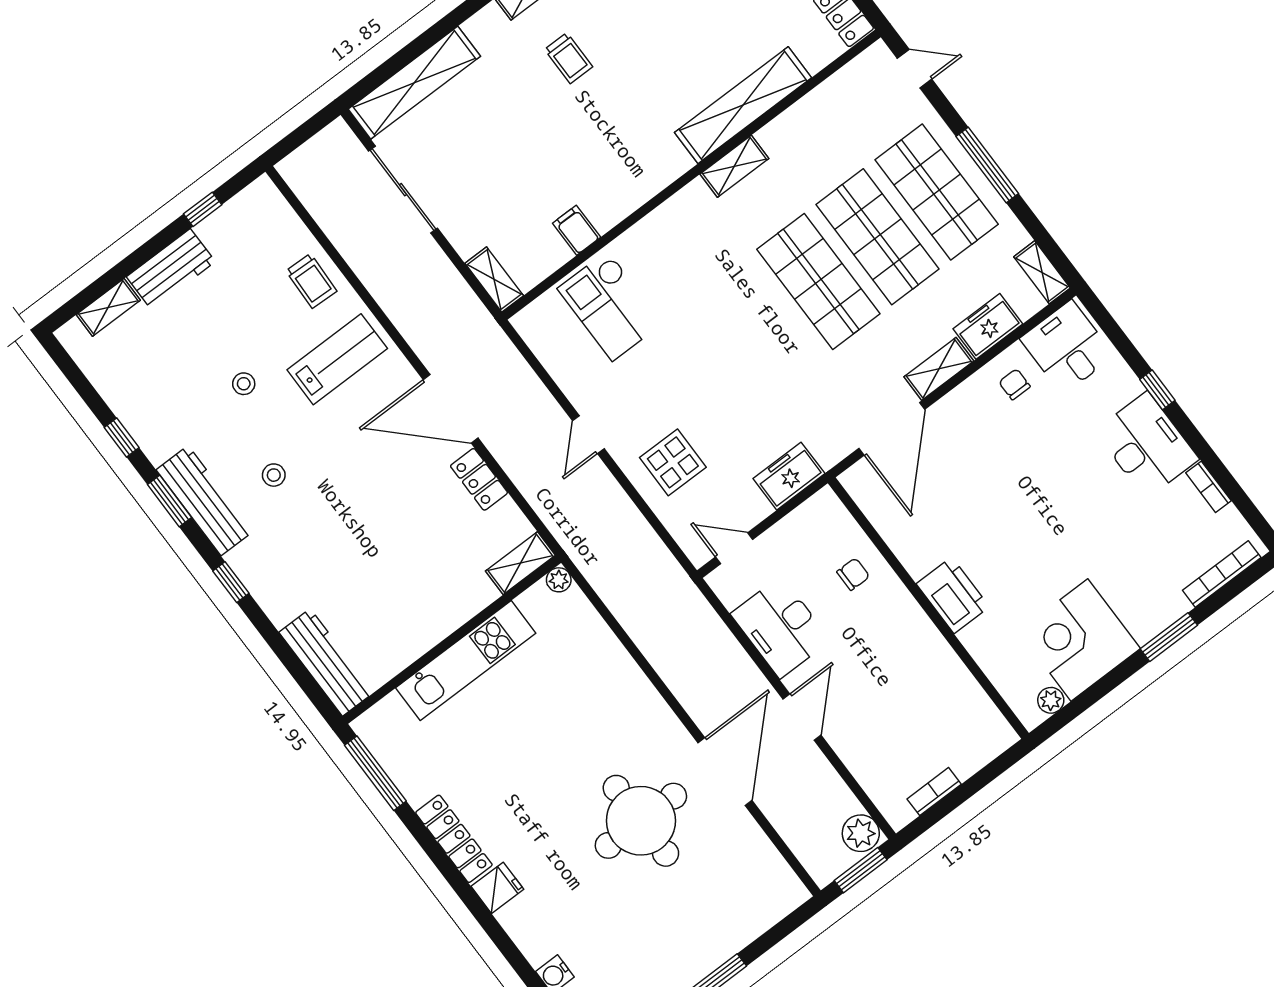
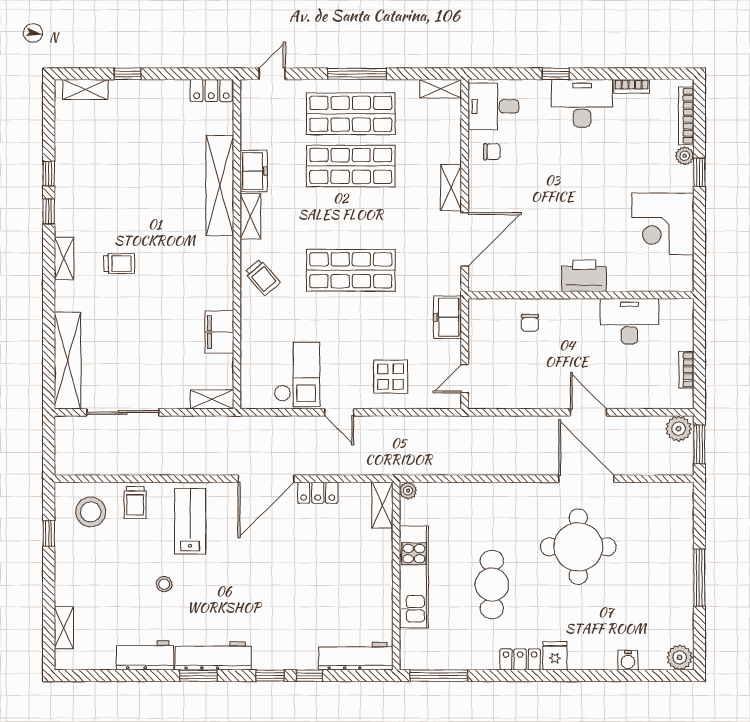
filing cabinet: (577, 230) -> (219, 332), width x2.00
trolley: (675, 232) -> (262, 277), added
workbench: (171, 269) -> (145, 655), moved, turned -90
trolley: (311, 281) -> (135, 503), turned 88
shop shelf: (818, 281) -> (351, 270), moved
checkout: (610, 306) -> (297, 374), moved, turned -90
freezer: (988, 326) -> (254, 171), moved, turned 180
chair: (1014, 384) -> (492, 152), turned 180
door: (892, 429) -> (465, 239), hinge flipped
window: (122, 438) -> (310, 676), moved
stool: (274, 475) -> (91, 512), moved, width x1.89, depth x1.89
chair: (853, 574) -> (530, 323), turned 180
desk: (781, 627) -> (629, 321), moved, turned 180
window: (1169, 637) -> (699, 172), width x0.67
plant: (1051, 700) -> (685, 156), moved
cafe table: (524, 755) -> (492, 584), added
locker: (454, 839) -> (520, 659), width x0.66

